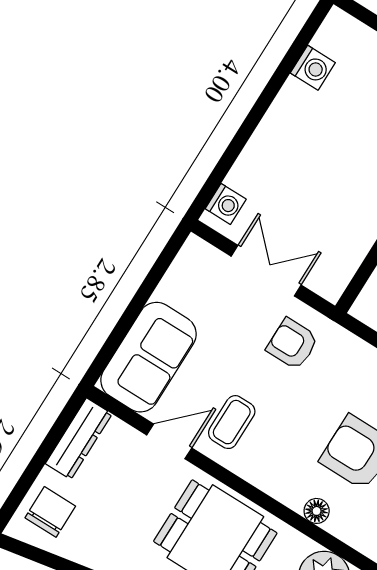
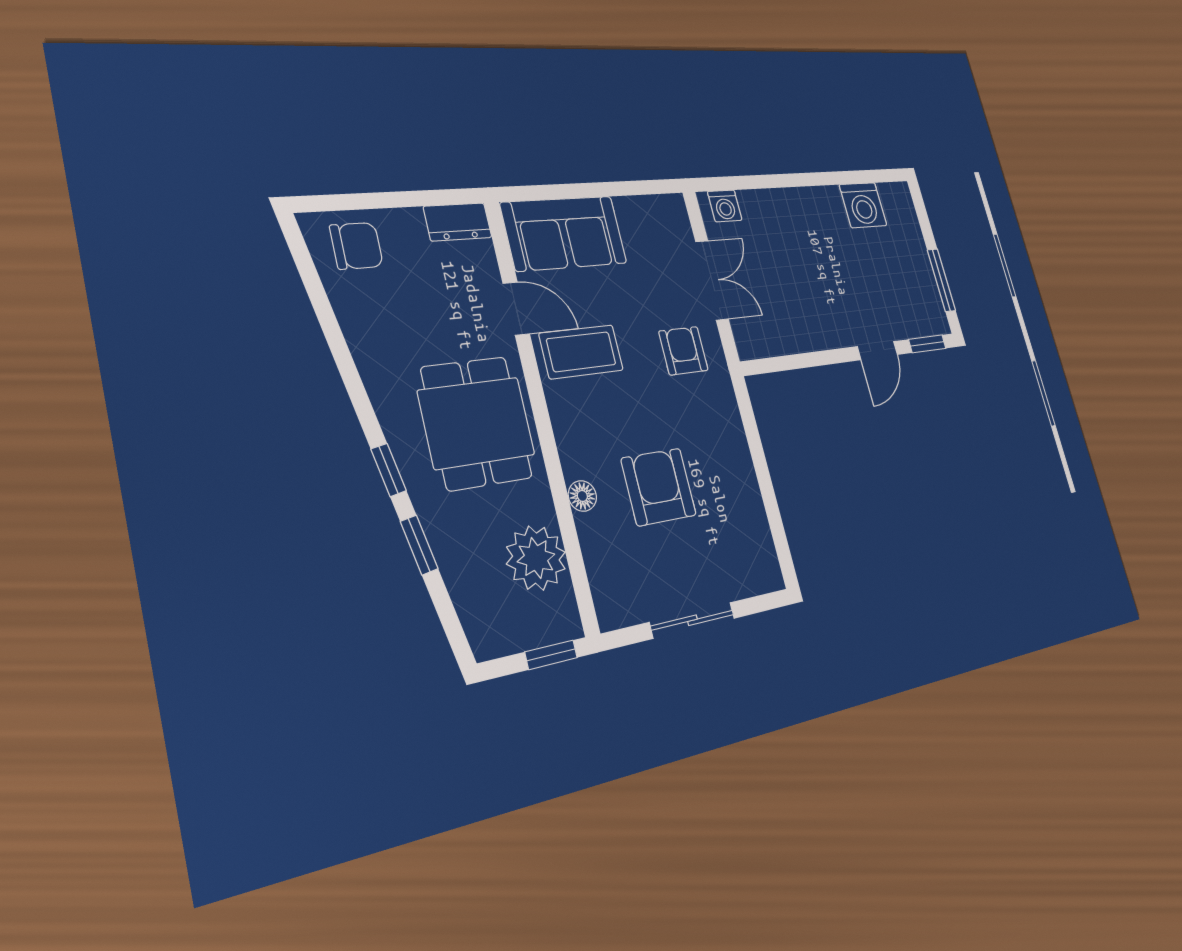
washing machine: (313, 68) -> (863, 205), width x1.38, depth x1.38
coffee table: (232, 422) -> (581, 352), width x1.36, depth x1.30
dresser: (79, 439) -> (458, 222), width x0.70

